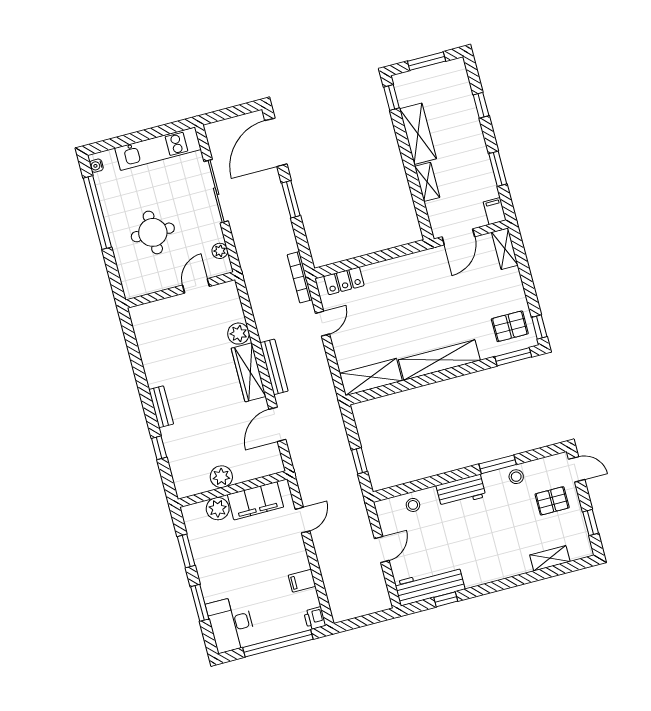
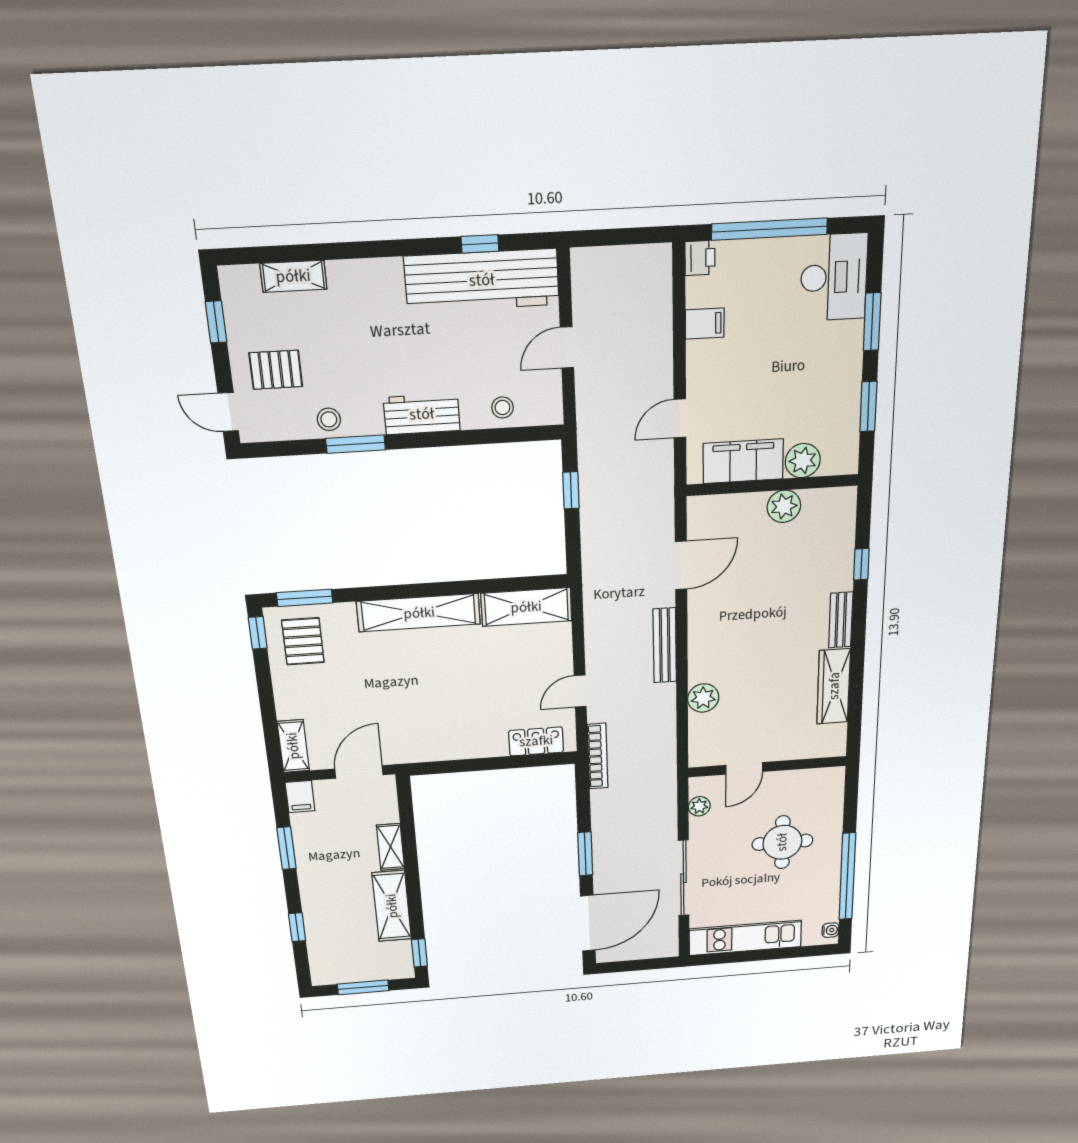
pallet: (510, 326) -> (303, 641), turned 90
wardrobe: (249, 372) -> (834, 686), moved, turned 180
workbench: (430, 586) -> (482, 280), width x1.36, depth x1.32

